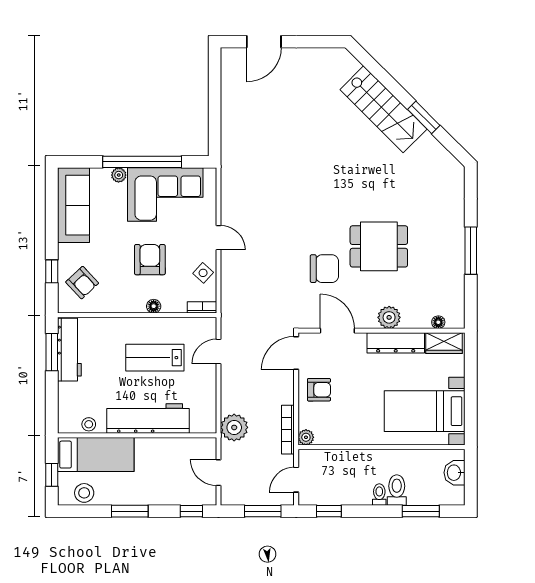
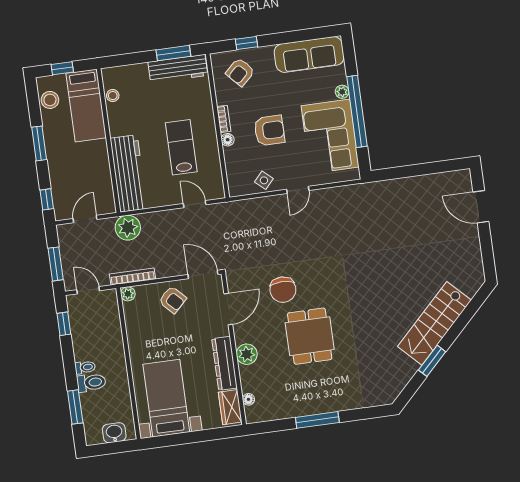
bookcase: (202, 307) -> (224, 119), moved
armchair: (319, 390) -> (173, 300), turned -44
workbench: (148, 419) -> (129, 173), moved

